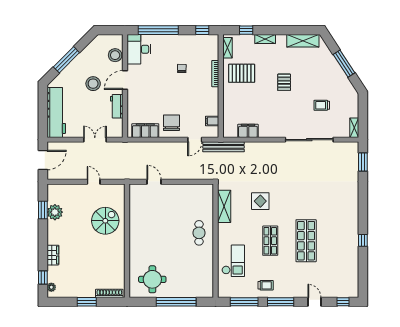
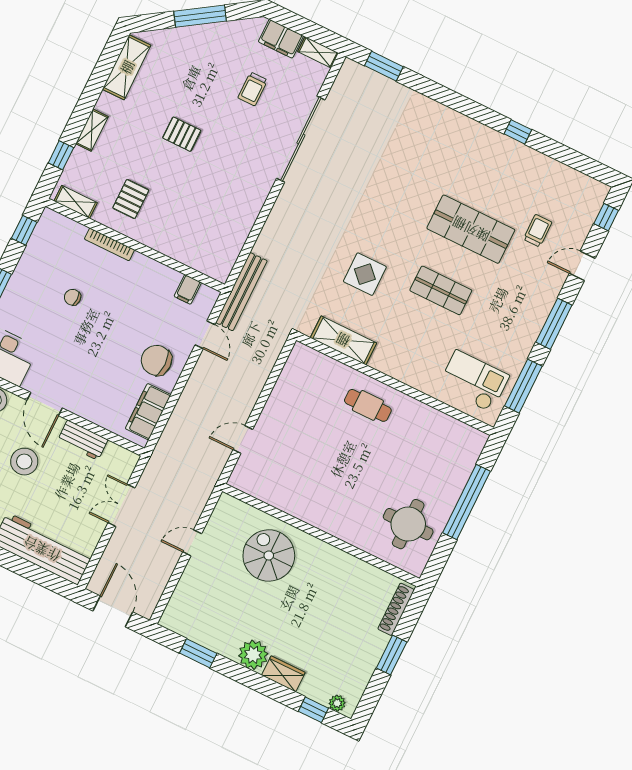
pallet: (242, 73) -> (131, 199), width x0.67, depth x0.71
filing cabinet: (248, 131) -> (281, 39), moved, turned -90
plant: (55, 212) -> (253, 655), moved
checkout: (233, 261) -> (474, 381), moved
trolley: (266, 285) -> (538, 231), moved

